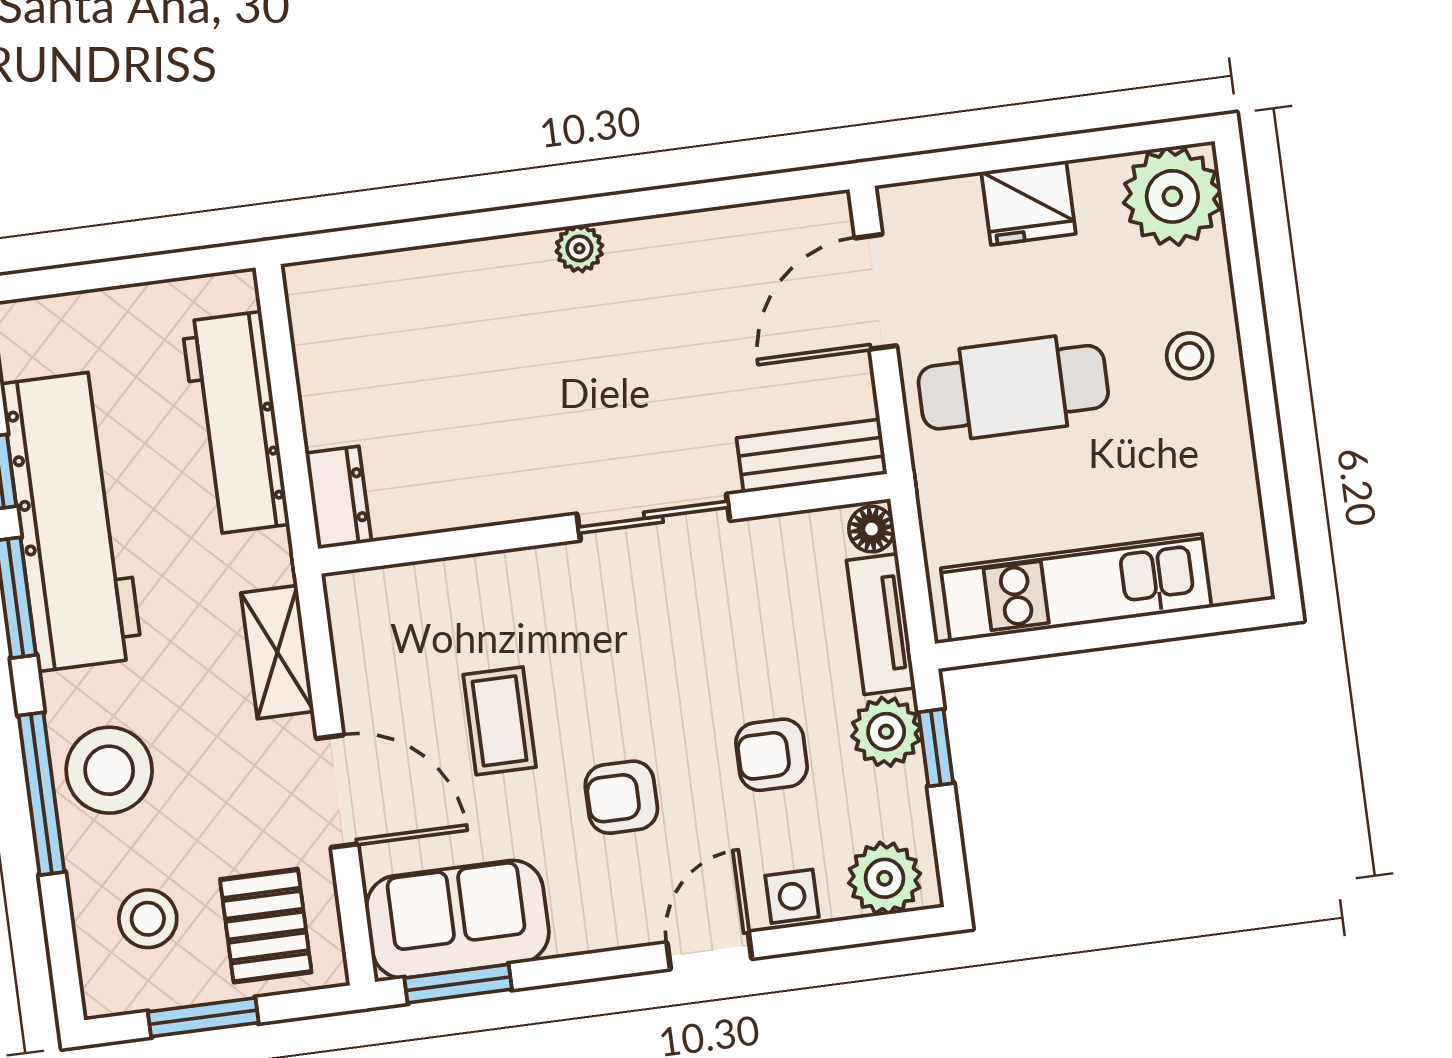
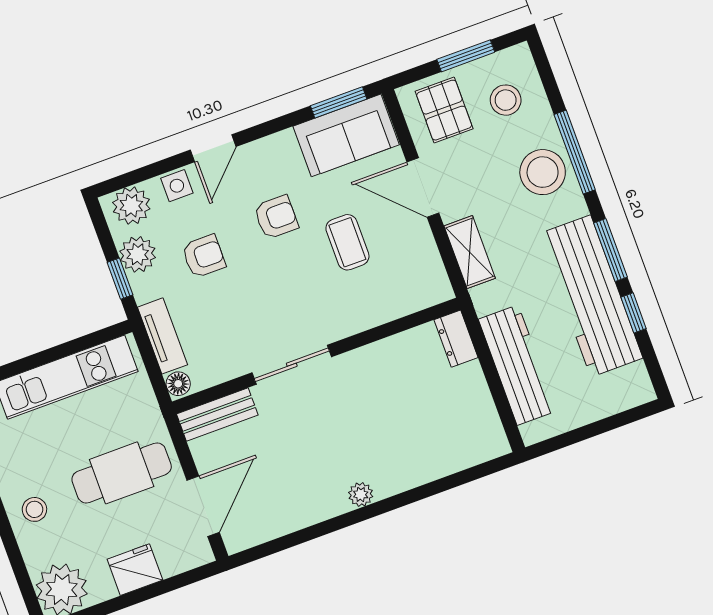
plant: (886, 732) -> (138, 254), moved

